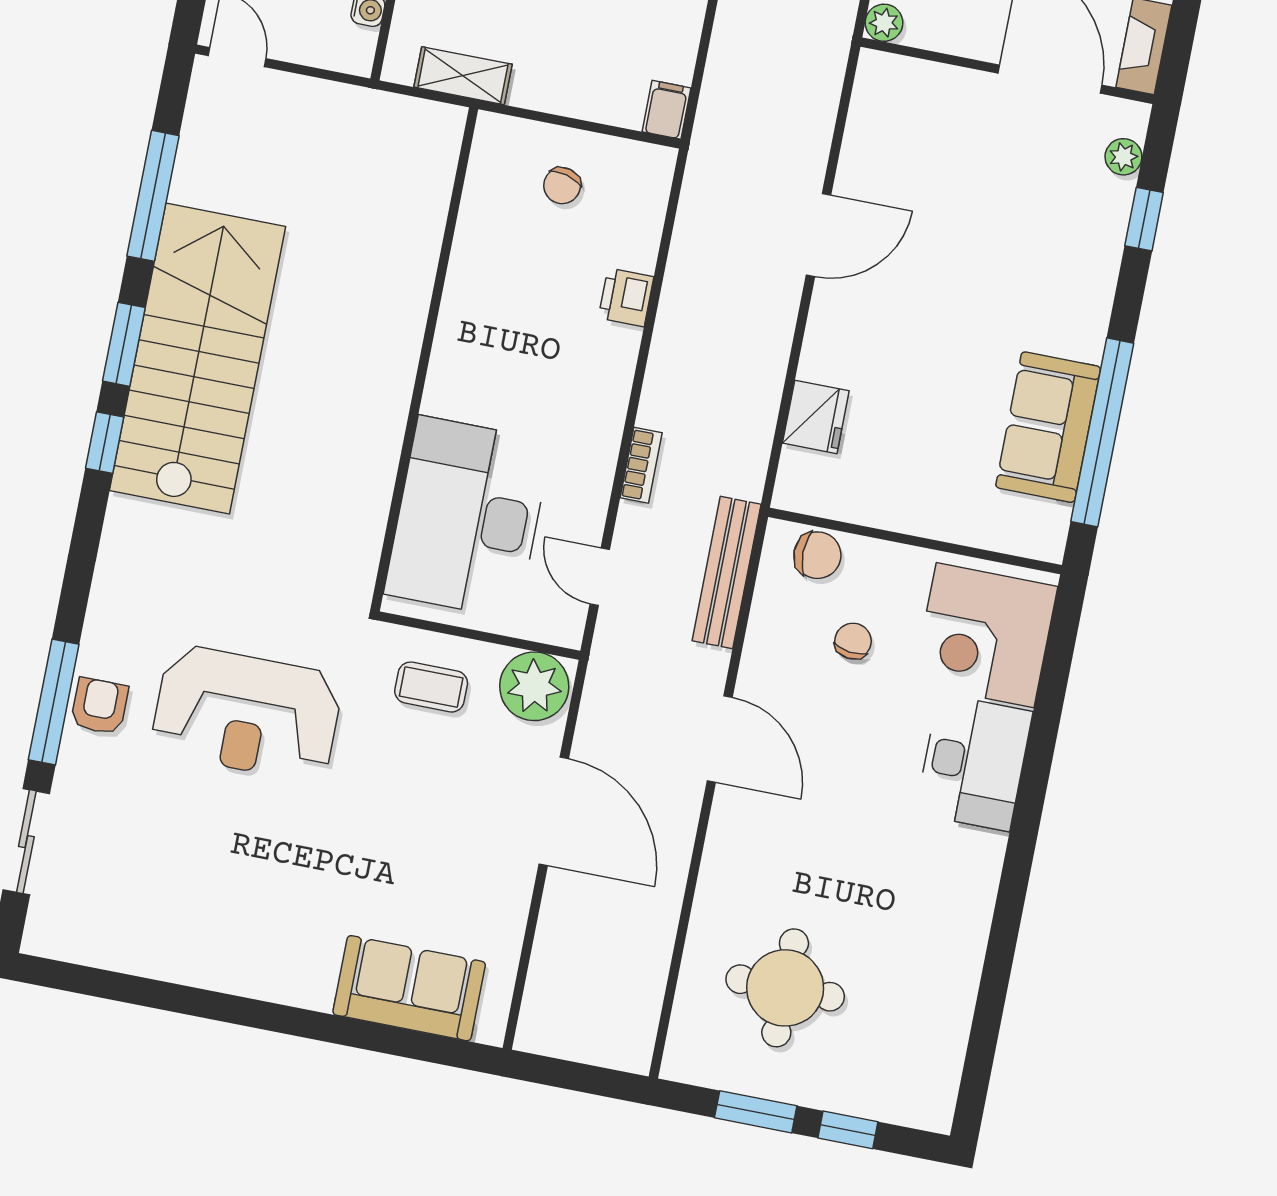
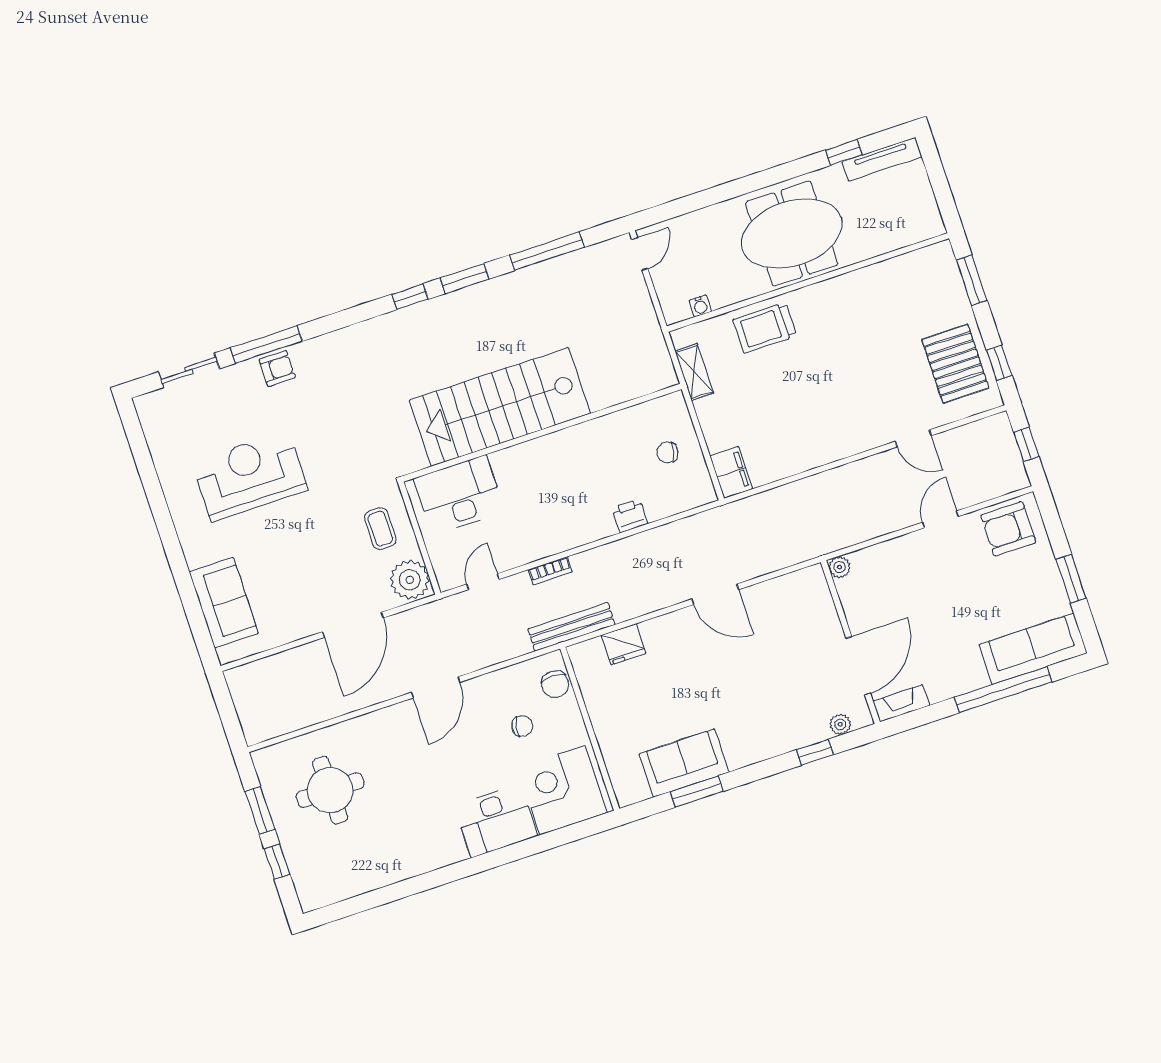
filing cabinet: (667, 110) -> (731, 472), width x2.00
stairs: (198, 359) -> (500, 407), moved, turned 180
window: (1102, 432) -> (697, 792), width x0.47
desk: (468, 518) -> (459, 495), width x0.73, depth x0.77
bench: (727, 573) -> (571, 627), moved
reception desk: (247, 713) -> (250, 476), moved, turned 90

